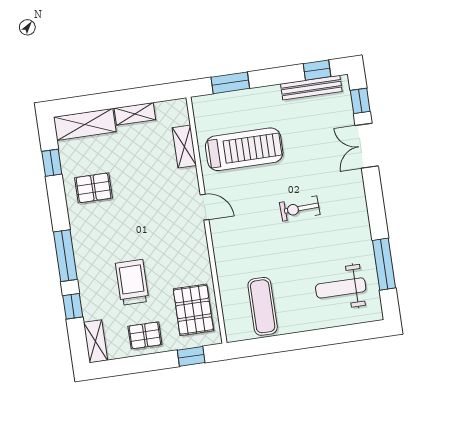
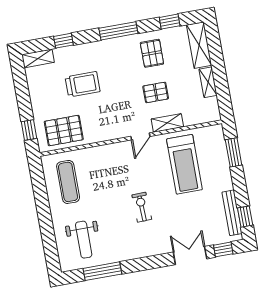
shelving: (184, 147) -> (167, 123), moved
window: (65, 256) -> (118, 31), moved
weight bench: (341, 288) -> (84, 240), turned 180
exercise mat: (263, 306) -> (68, 182), turned 90
pallet: (145, 335) -> (156, 92), moved, turned 90

